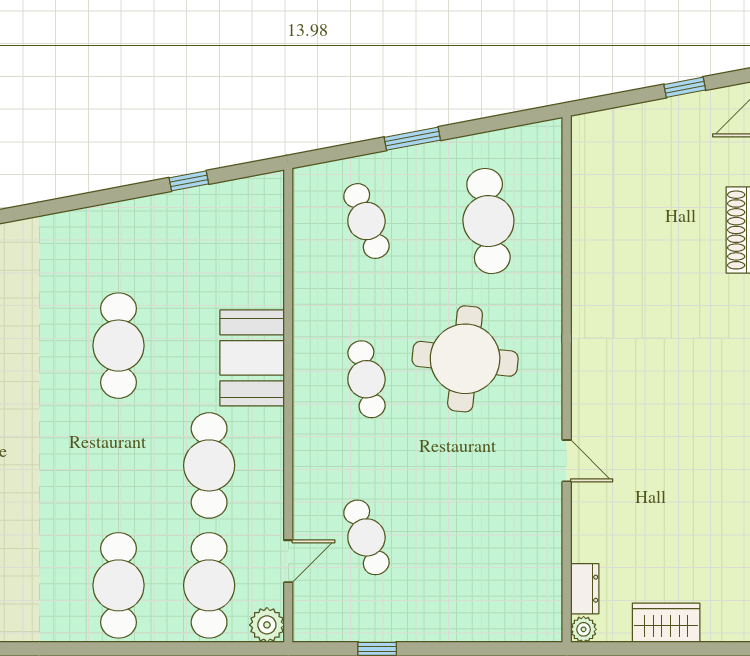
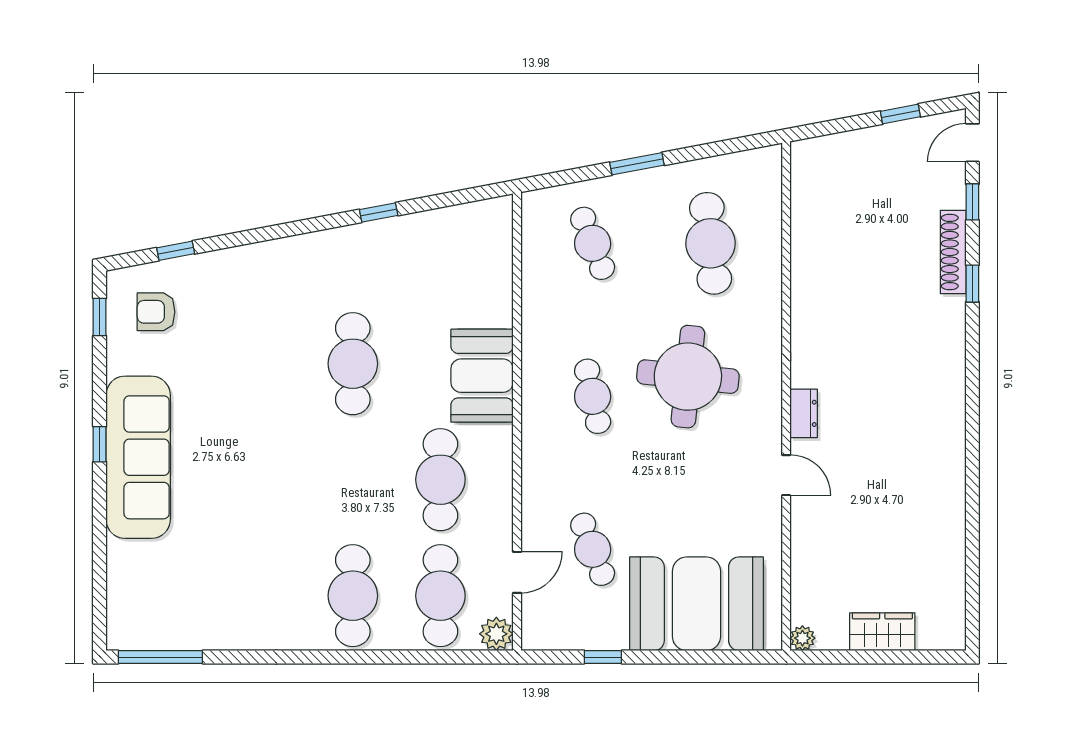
window: (189, 181) -> (379, 212), moved
dresser: (585, 589) -> (804, 413), moved
booth: (474, 594) -> (696, 604), added

